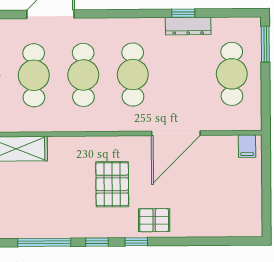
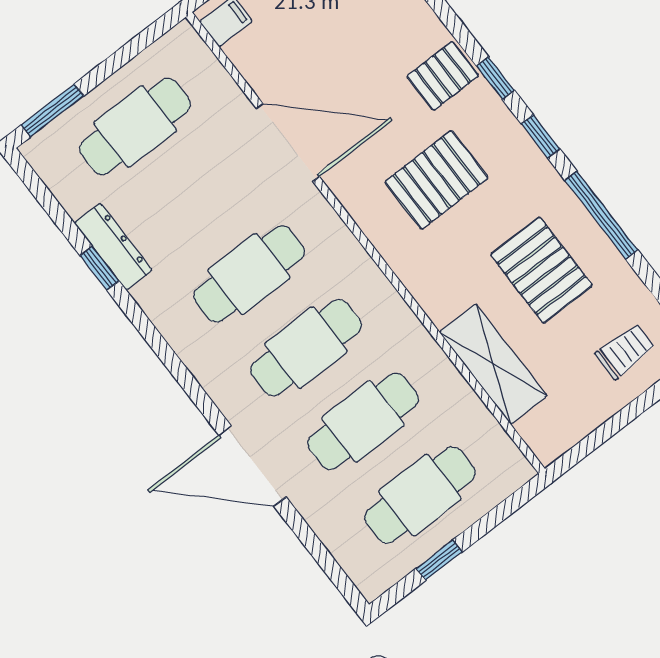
pallet: (40, 199) -> (541, 270), added
pallet: (154, 220) -> (443, 76), turned 90

